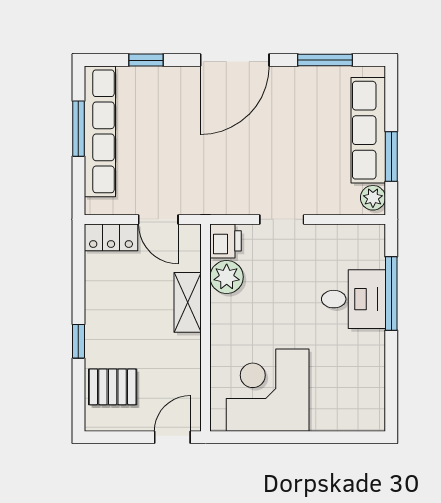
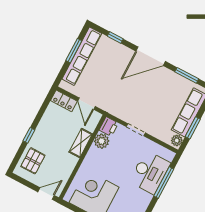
desk: (353, 299) -> (150, 172), width x1.37
pallet: (113, 387) -> (33, 161), turned 90

